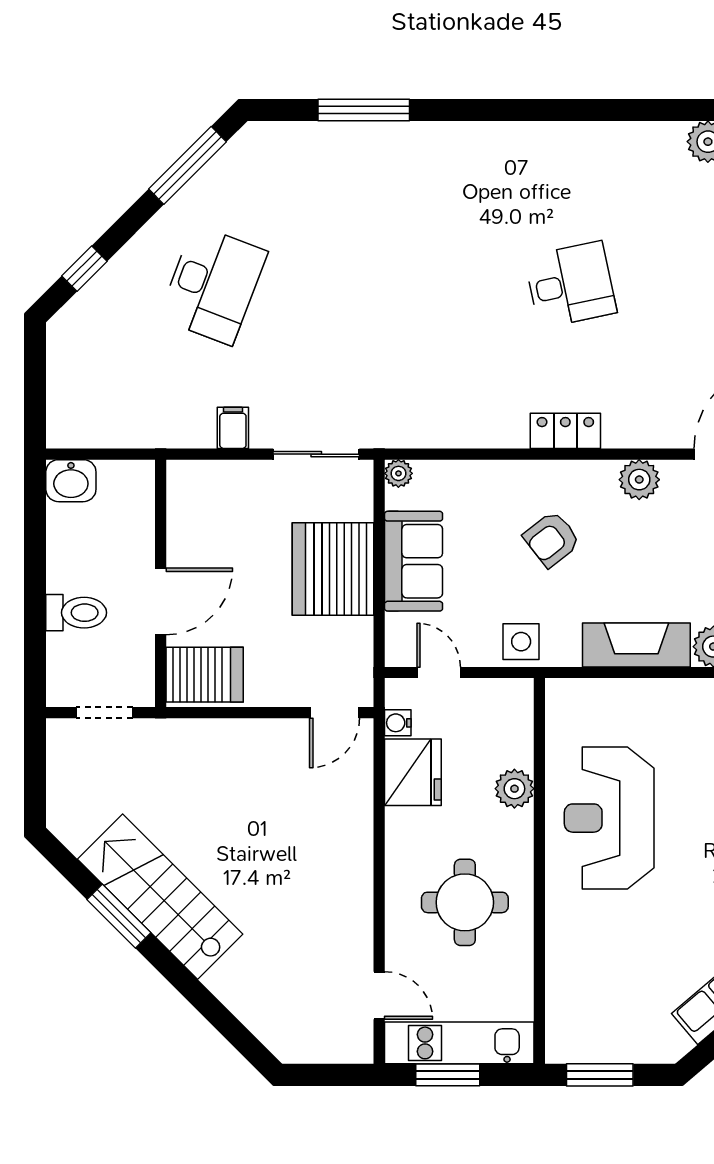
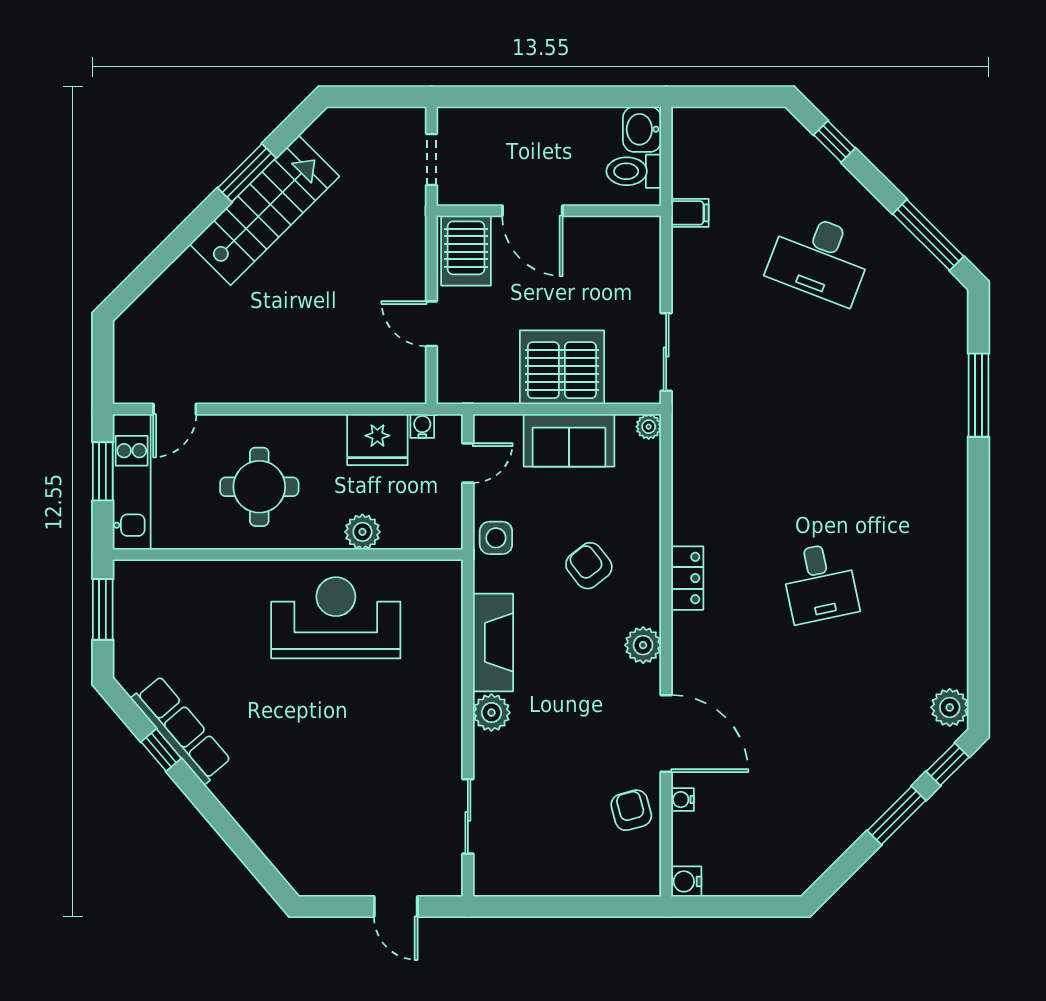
filing cabinet: (233, 428) -> (690, 213), moved
toilet: (76, 613) -> (634, 171), moved, turned 90
door: (335, 713) -> (432, 324), moved

